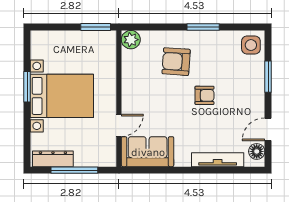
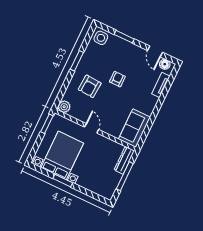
bed with nightstands: (62, 96) -> (62, 155), moved
door: (119, 125) -> (92, 128), moved
dresser: (53, 159) -> (124, 160), moved
tv unit: (218, 160) -> (161, 85), width x0.71

